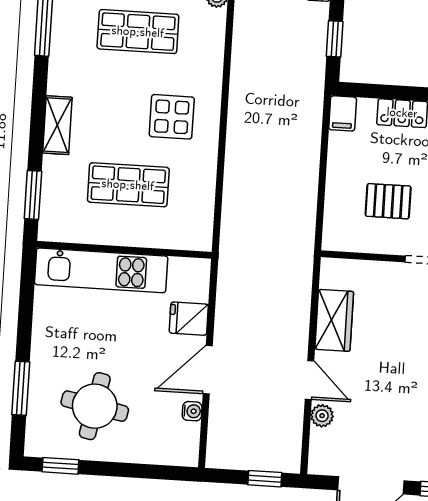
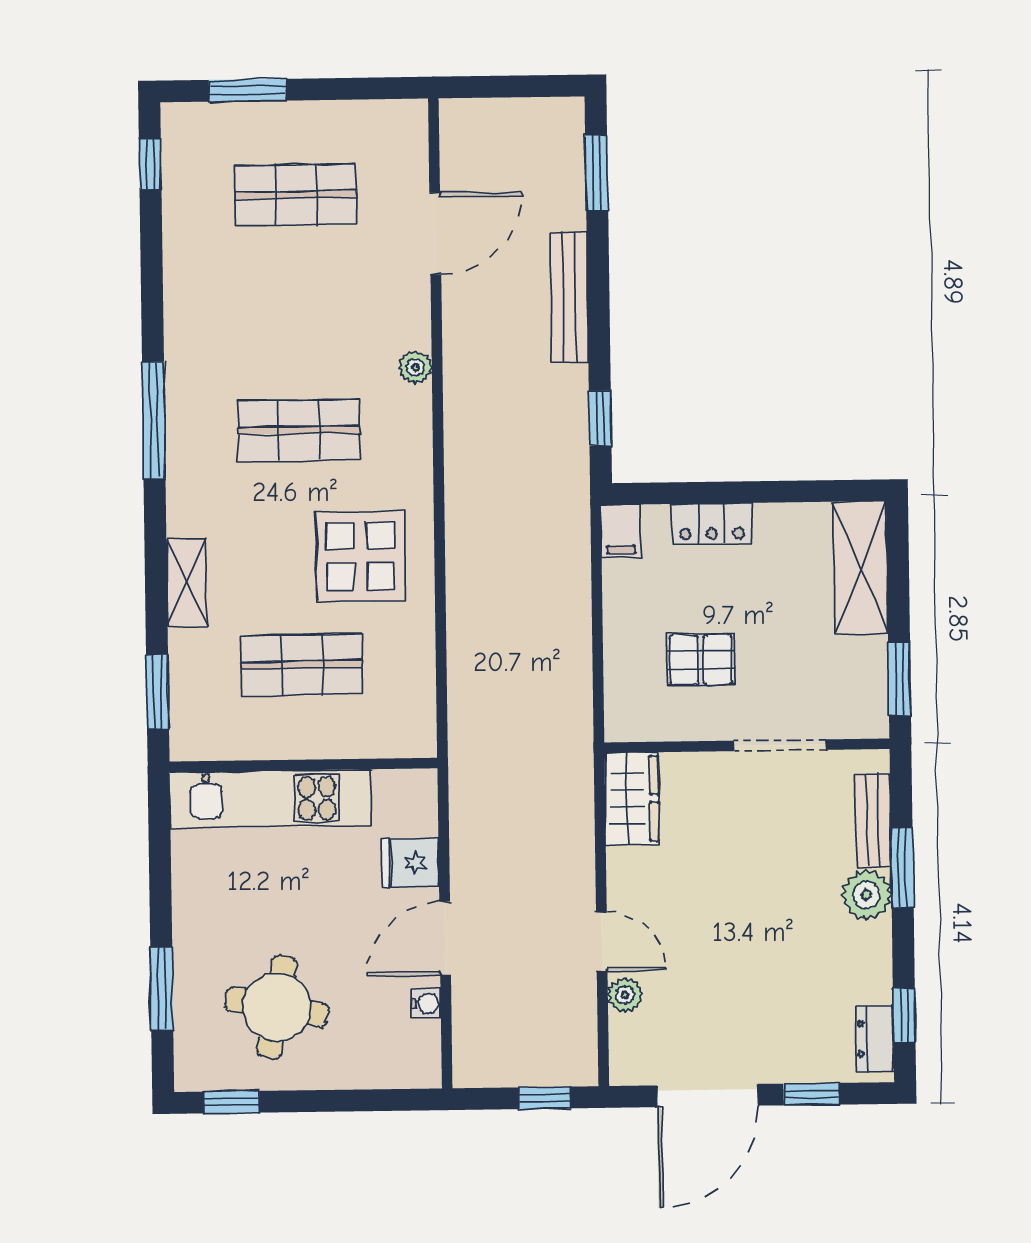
display table: (172, 117) -> (360, 556), width x1.36, depth x1.36
wardrobe: (334, 320) -> (632, 799), moved

